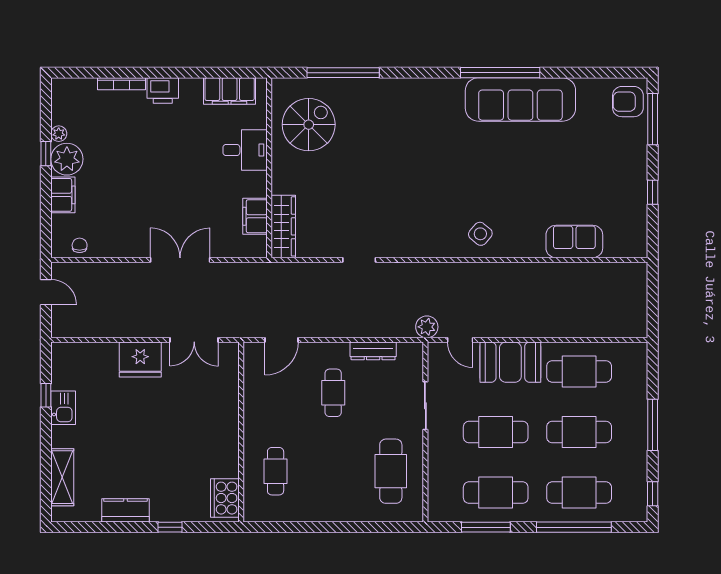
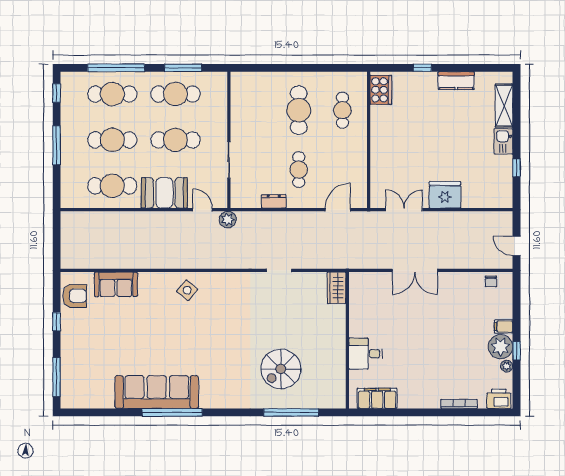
printer: (163, 91) -> (499, 399), moved
armchair: (628, 102) -> (75, 296), moved
spiral stairs: (309, 125) -> (281, 369), moved
filing cabinet: (63, 195) -> (504, 327), width x0.50
filing cabinet: (255, 216) -> (358, 303), removed
wardrobe: (283, 226) -> (337, 288), width x0.67
dresser: (373, 351) -> (274, 201), width x0.70
kitchen sink: (63, 408) -> (503, 141), moved
cafe table: (391, 471) -> (299, 110), moved

